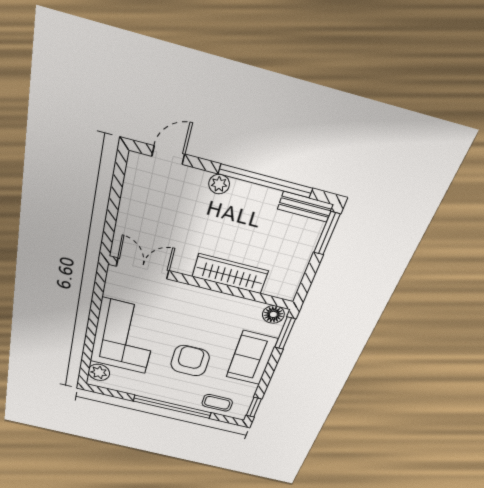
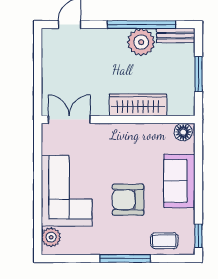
plant: (219, 184) -> (141, 42), moved, width x1.88, depth x1.88
window: (327, 233) -> (198, 74), moved
window: (285, 333) -> (198, 147), removed
armchair: (190, 361) -> (128, 200), turned -90
window: (172, 407) -> (125, 258), width x0.68

